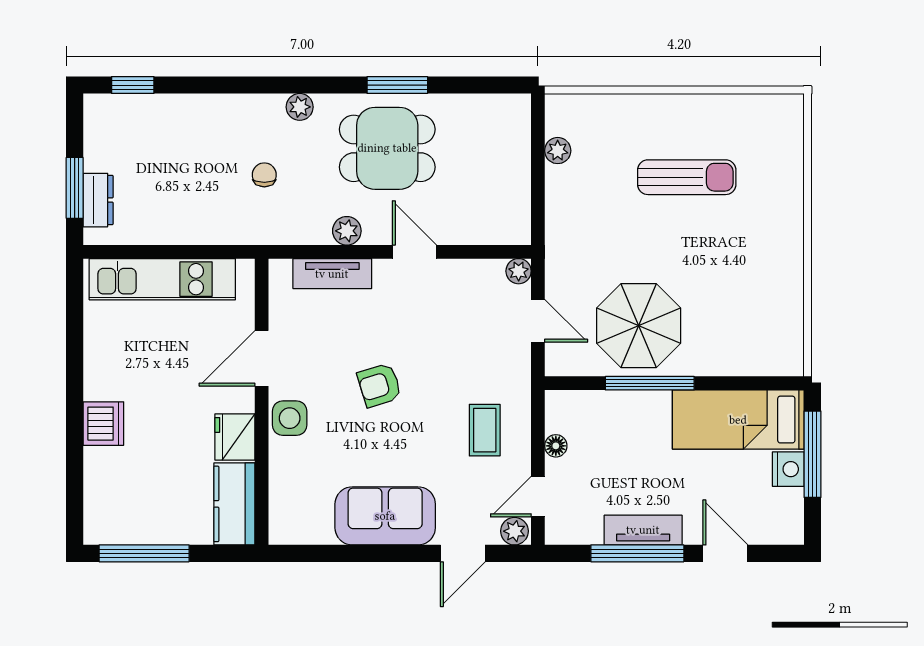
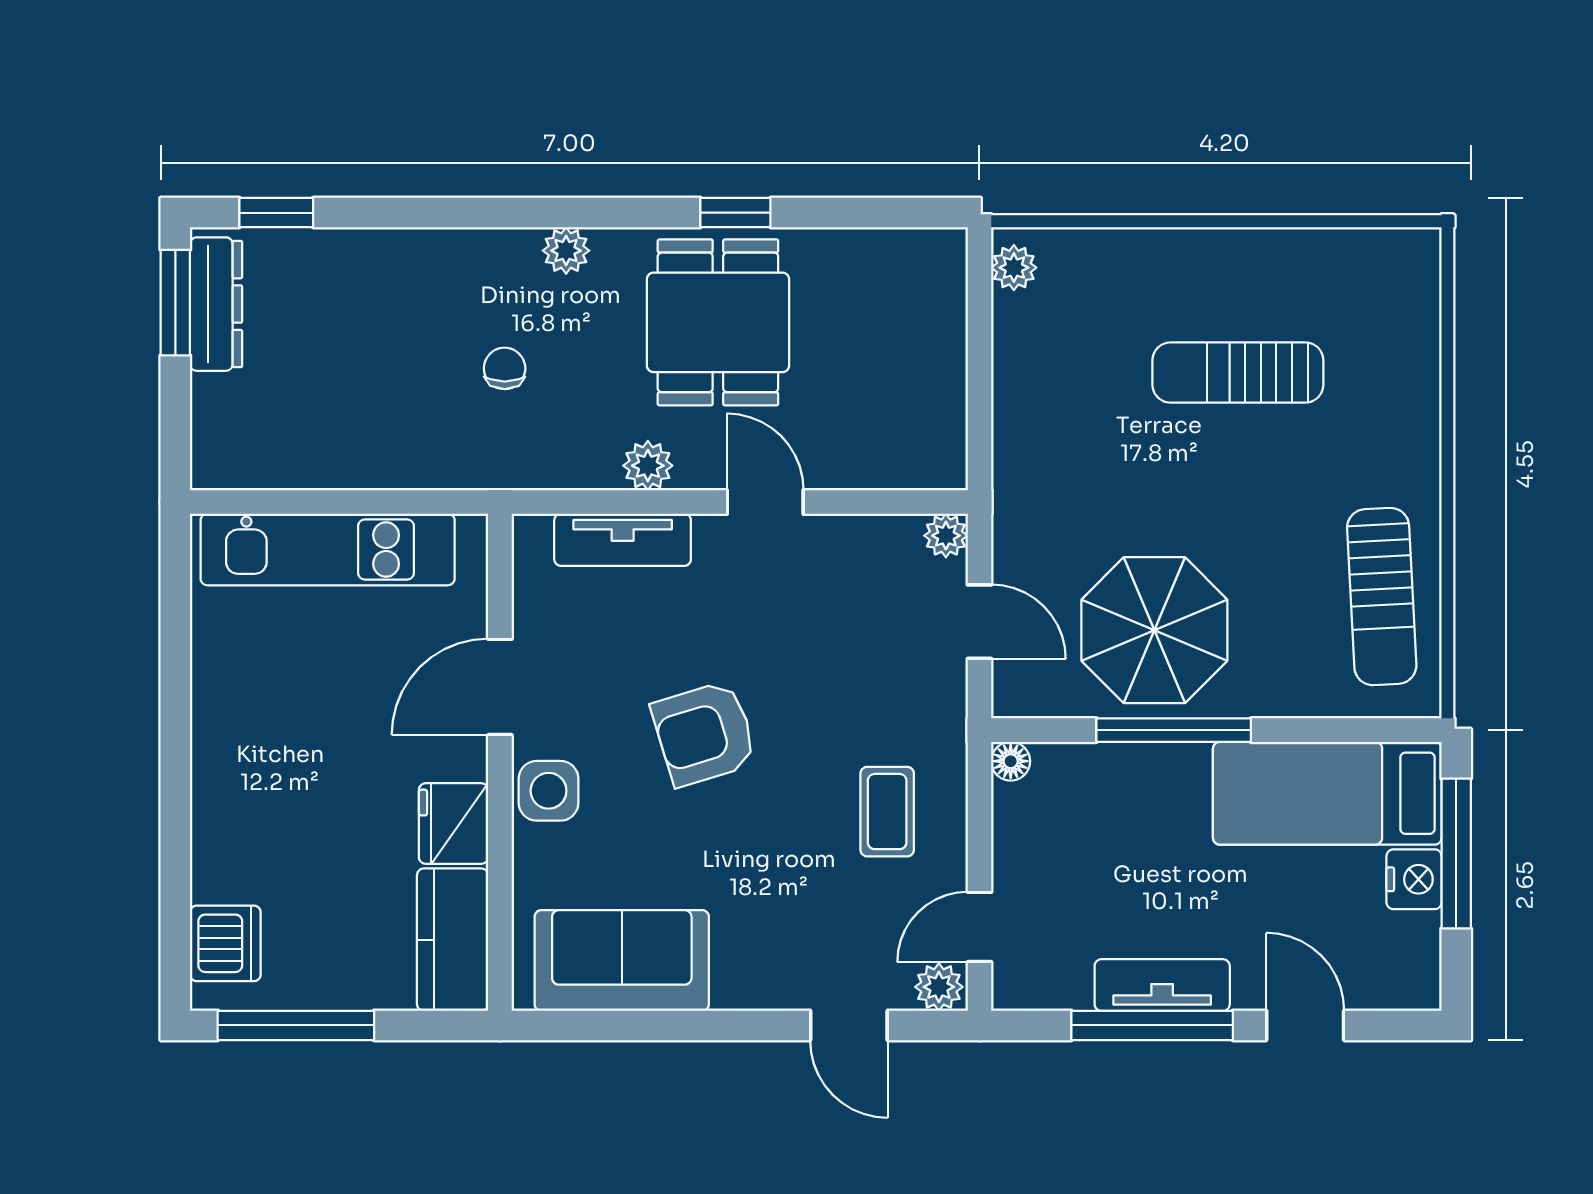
window: (397, 85) -> (735, 213), width x0.67
dining table: (387, 148) -> (718, 322), turned 90
plant: (558, 151) -> (1014, 268), moved
sun lounger: (687, 177) -> (1238, 373), turned 180
window: (75, 188) -> (175, 303), moved
dresser: (98, 200) -> (216, 304), moved, width x1.44
sun lounger: (770, 306) -> (1382, 597), added
armchair: (379, 385) -> (704, 734), width x1.38, depth x1.38
dishwasher: (103, 424) -> (225, 943), moved
floor lamp: (556, 446) -> (1011, 761), moved
sofa: (385, 516) -> (622, 960), moved
door: (463, 553) -> (849, 1025), hinge flipped

